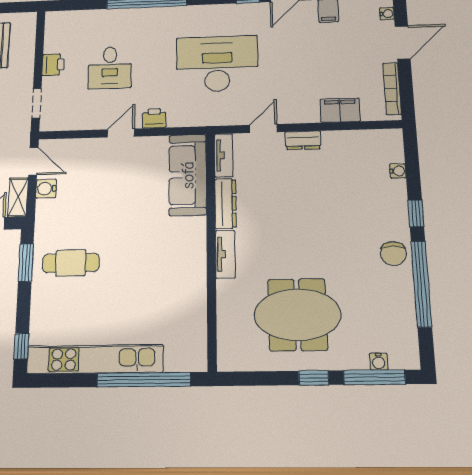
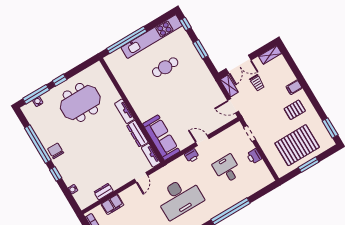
door: (121, 133) -> (202, 141), swing flipped
dresser: (303, 140) -> (104, 192), moved
water cooler: (46, 189) -> (219, 97), removed
window: (26, 263) -> (201, 49), moved
cafe table: (71, 263) -> (165, 67), moved

